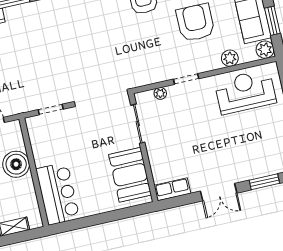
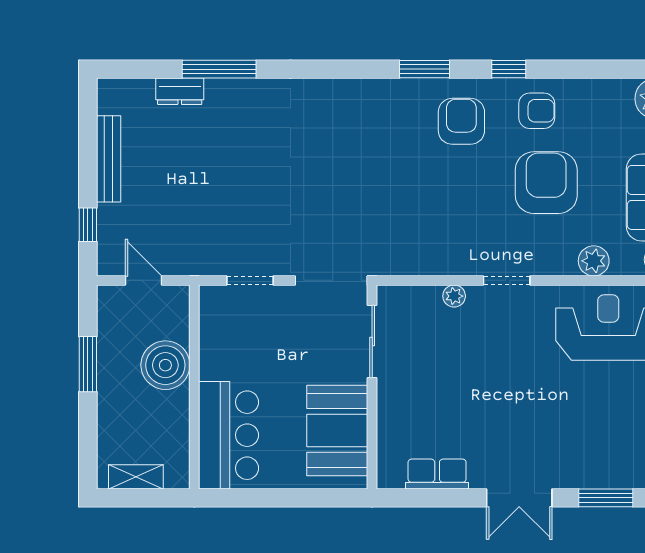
sliding door: (138, 124) -> (372, 342), moved
wall: (143, 148) -> (372, 387), moved
booth: (130, 175) -> (337, 430), moved

